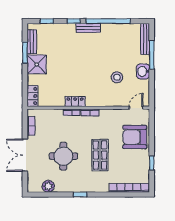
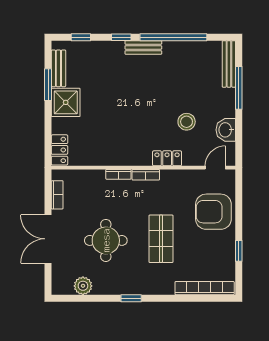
washbasin: (143, 71) -> (226, 130), moved
locker: (75, 102) -> (167, 158), moved

